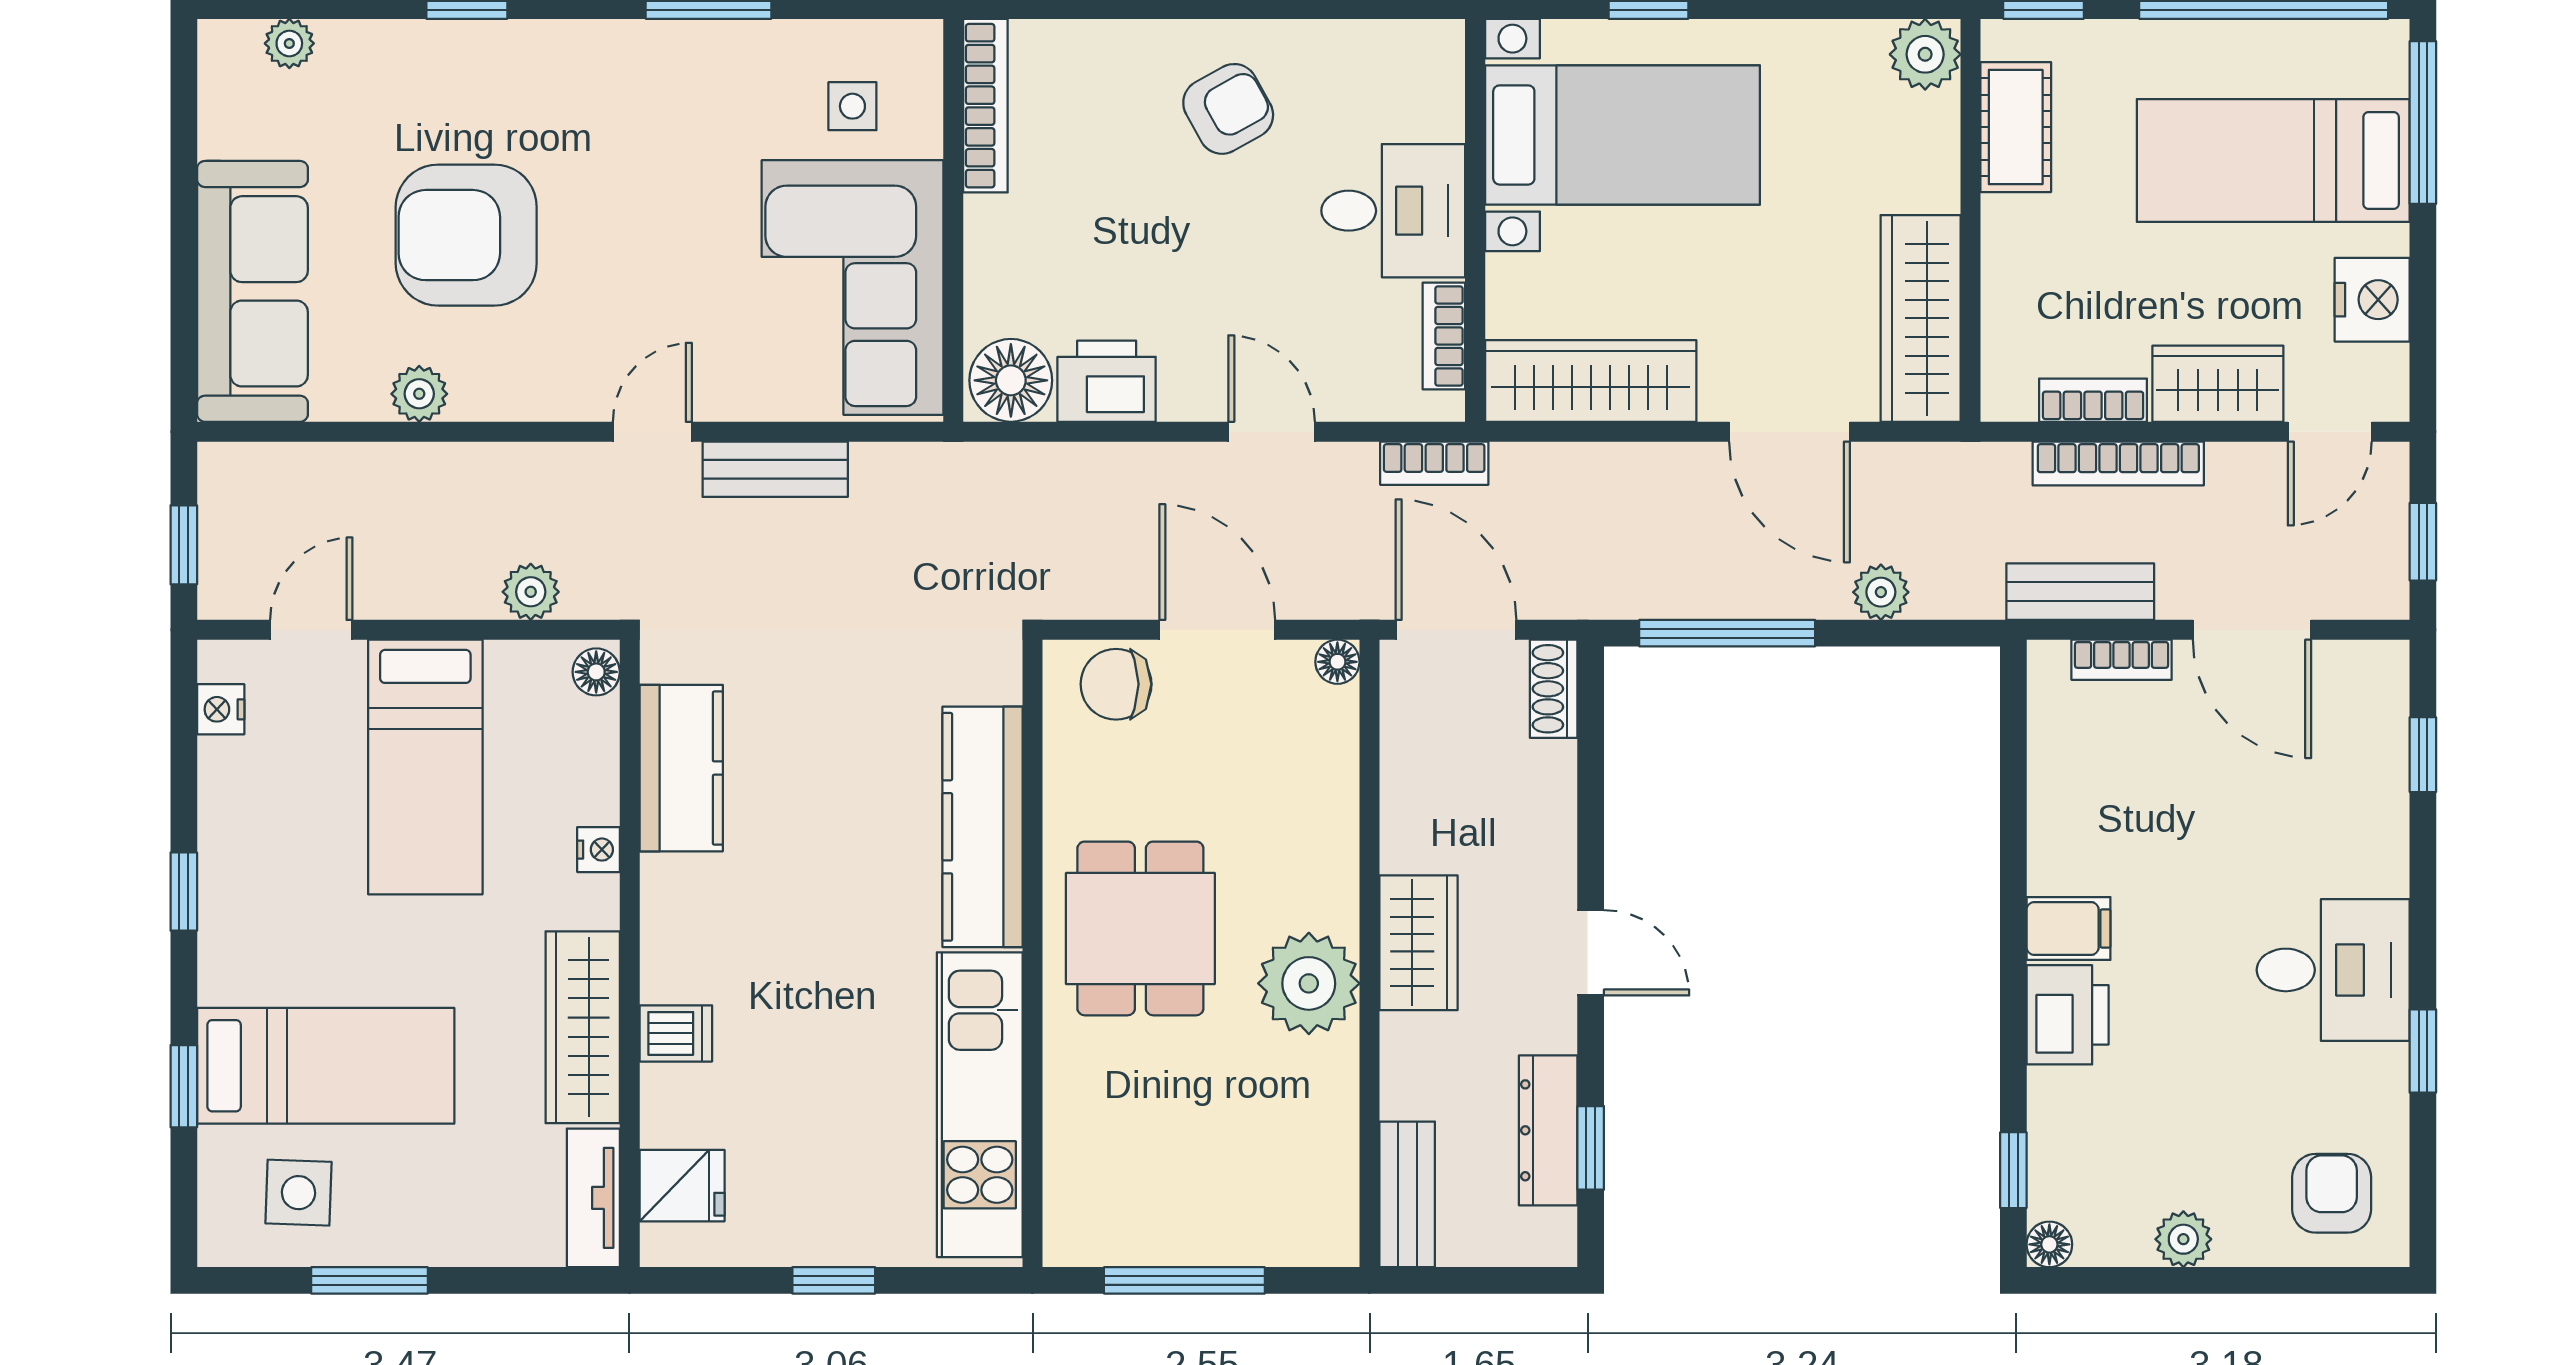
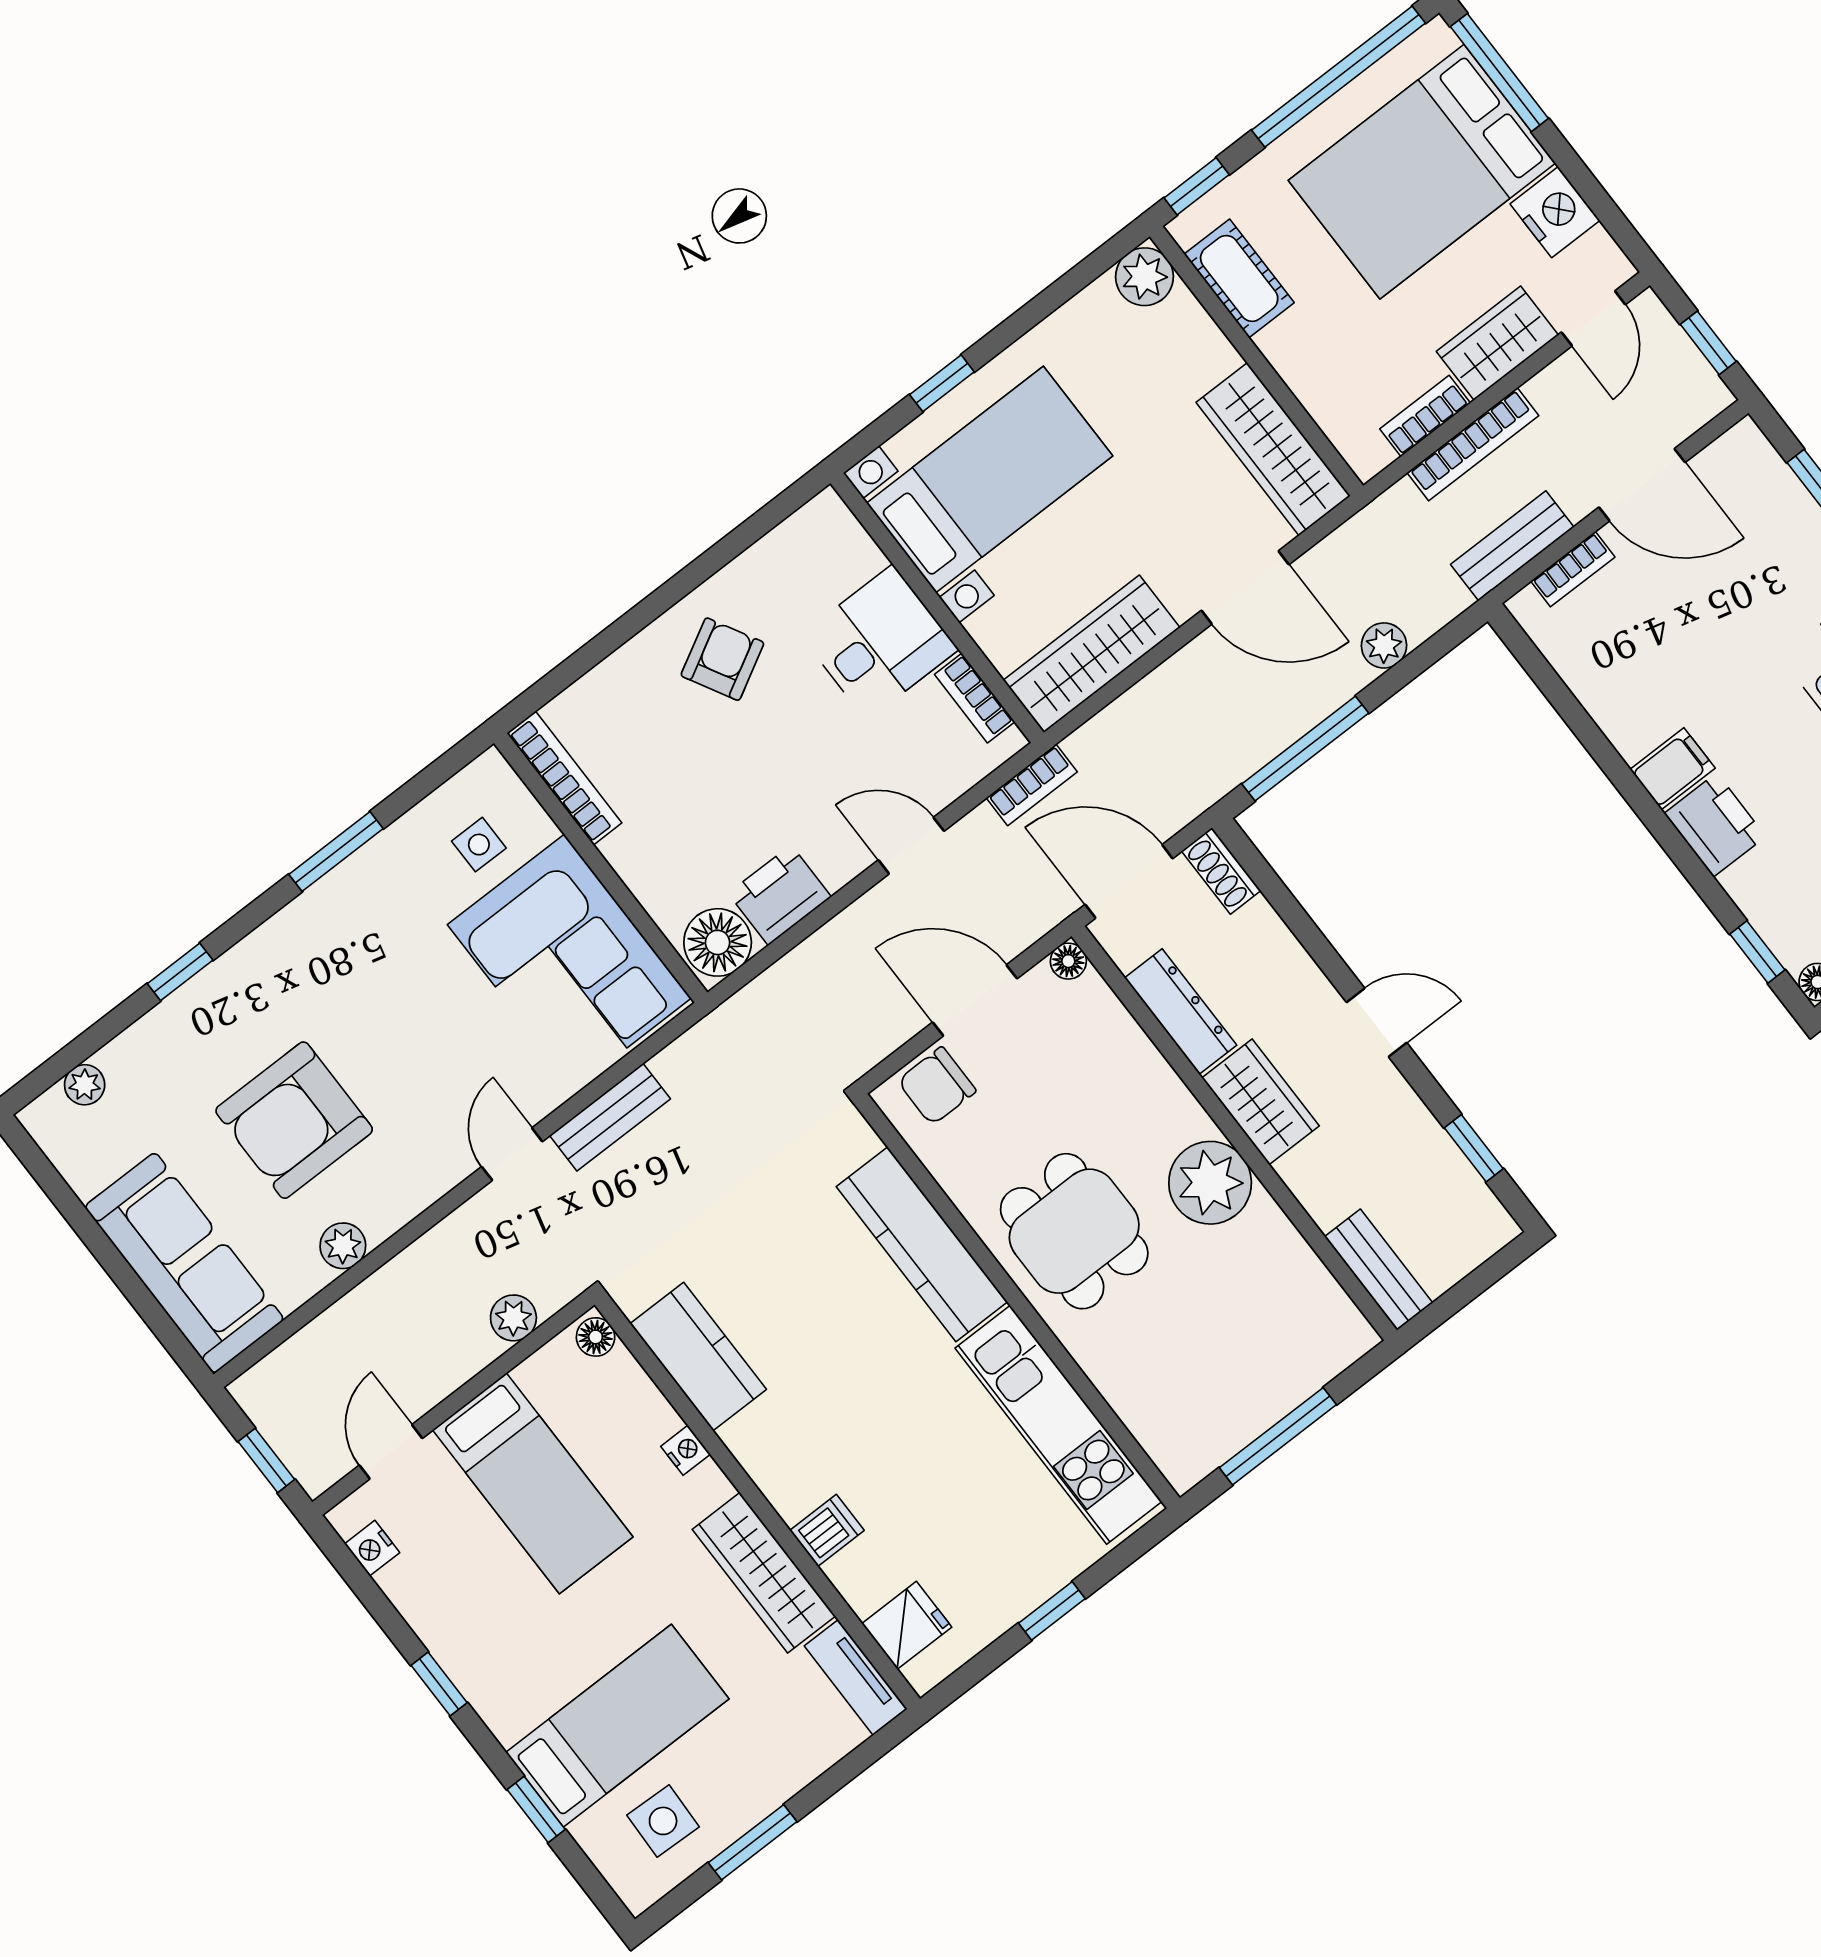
bed: (2273, 161) -> (1422, 172), width x1.50
dresser: (1548, 1130) -> (1181, 1012), moved, turned 180

